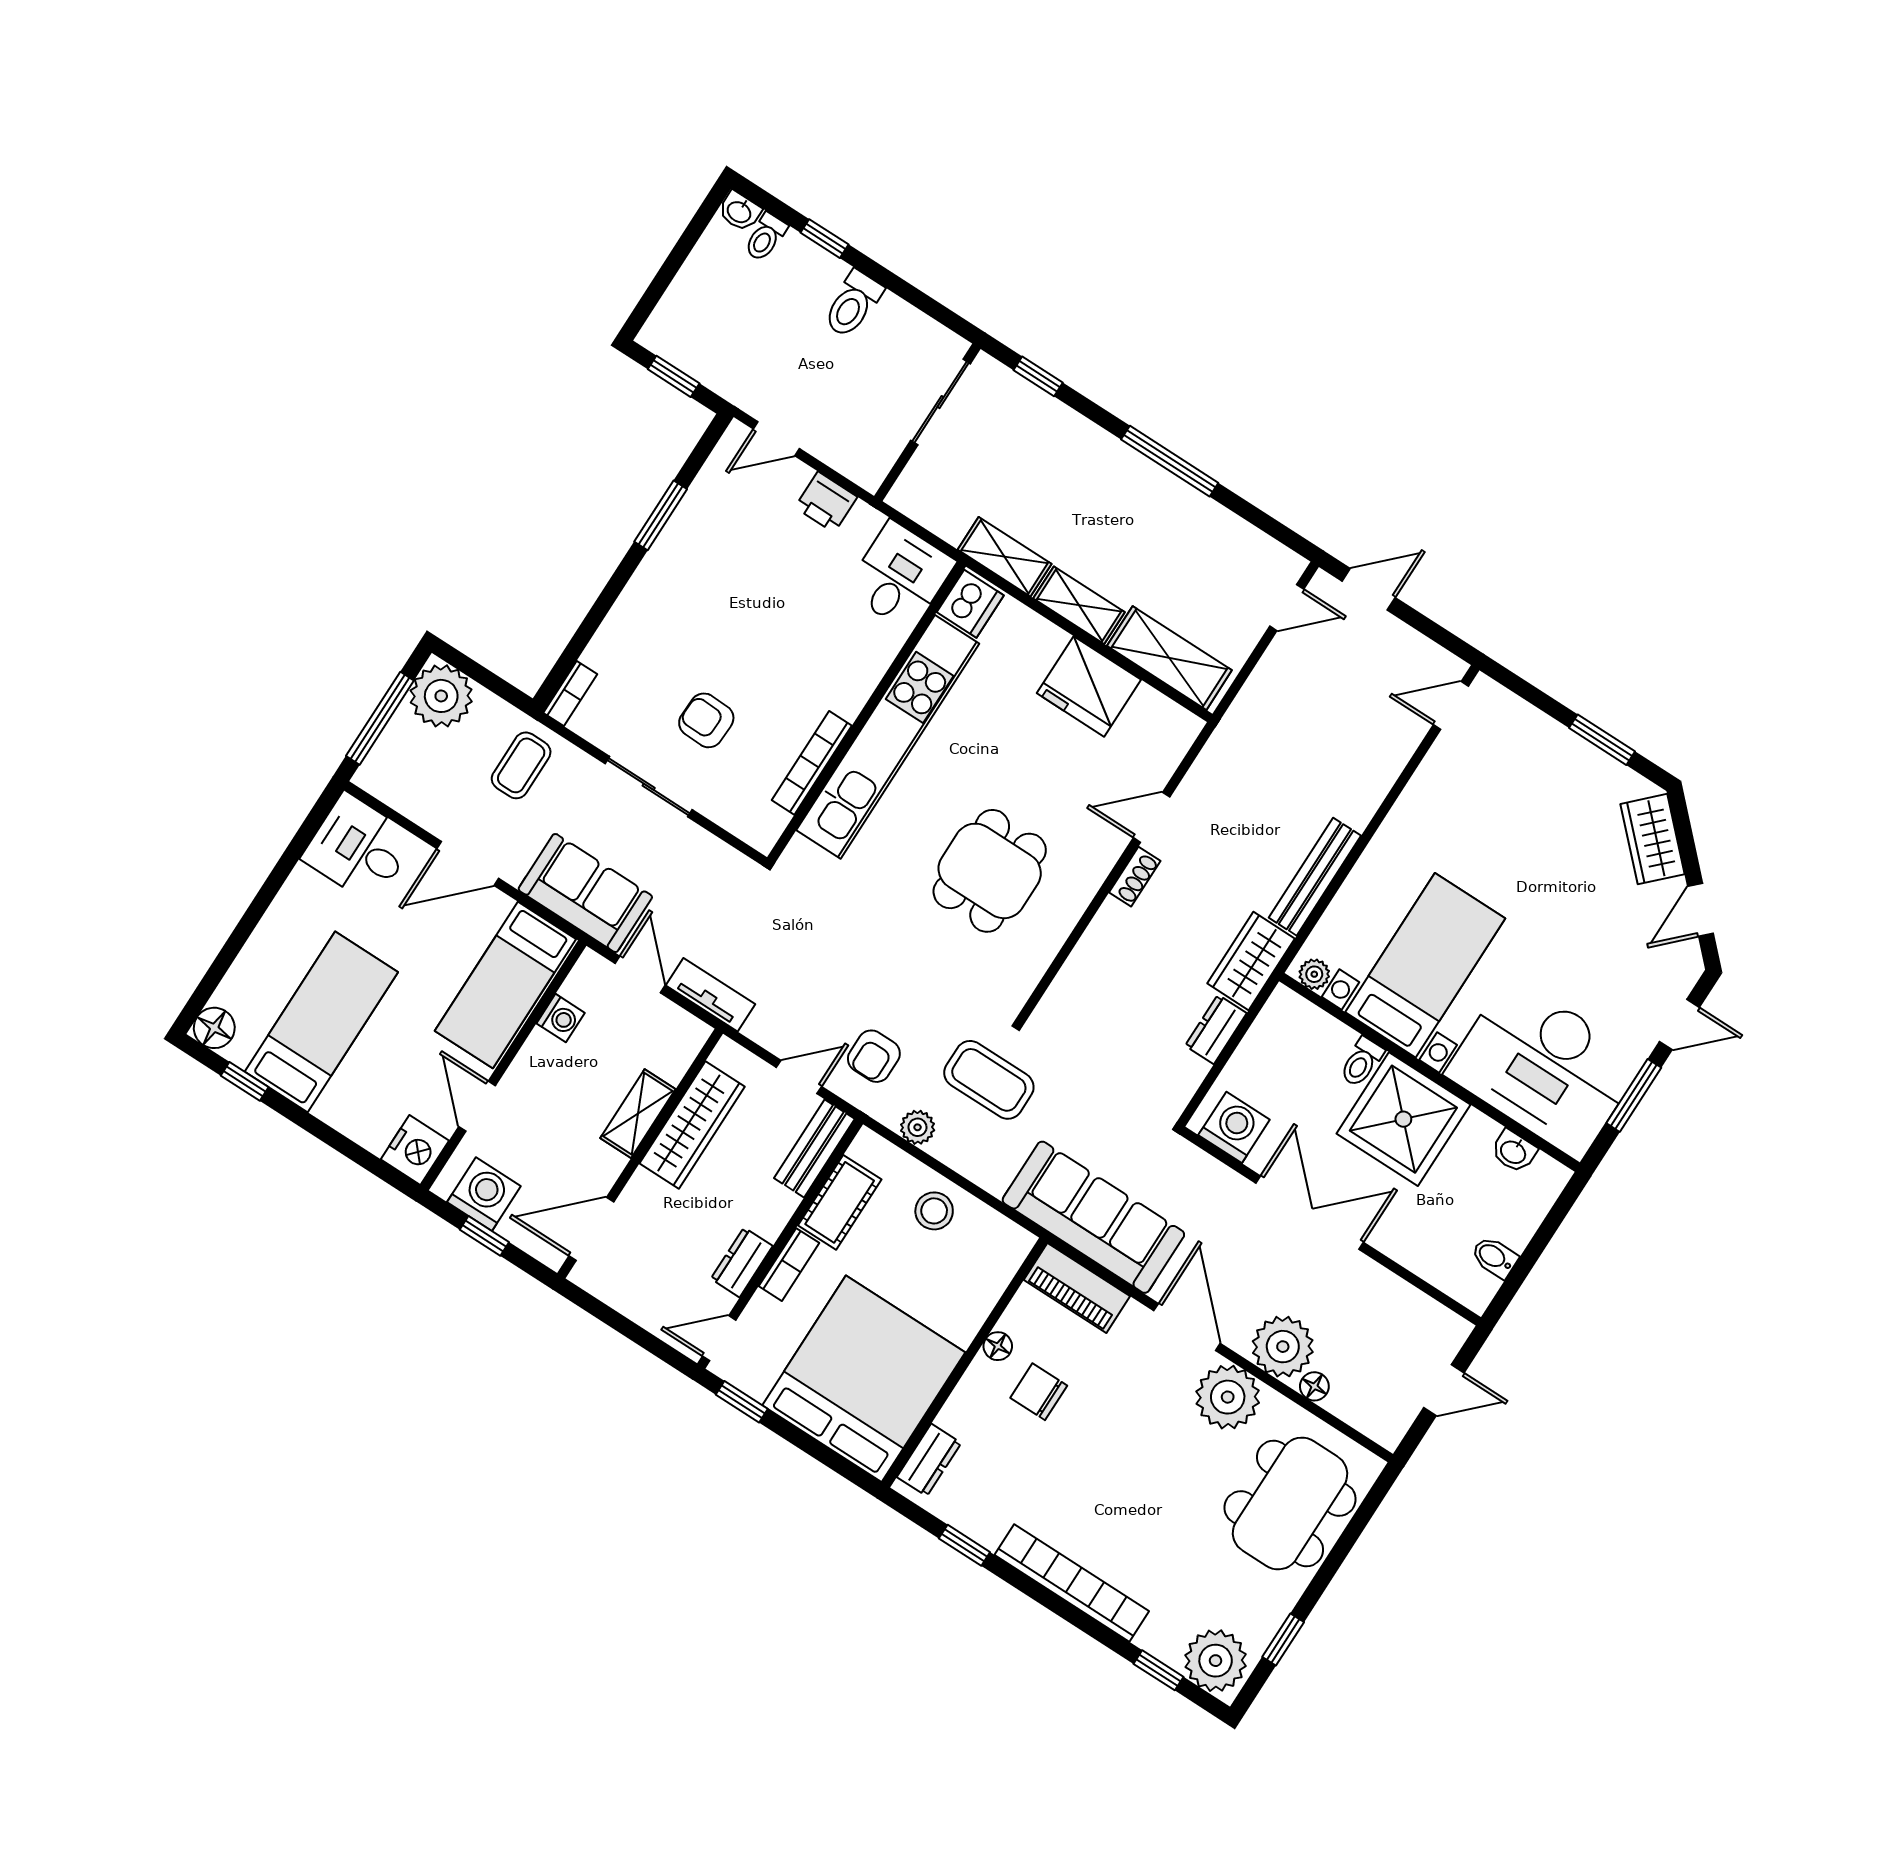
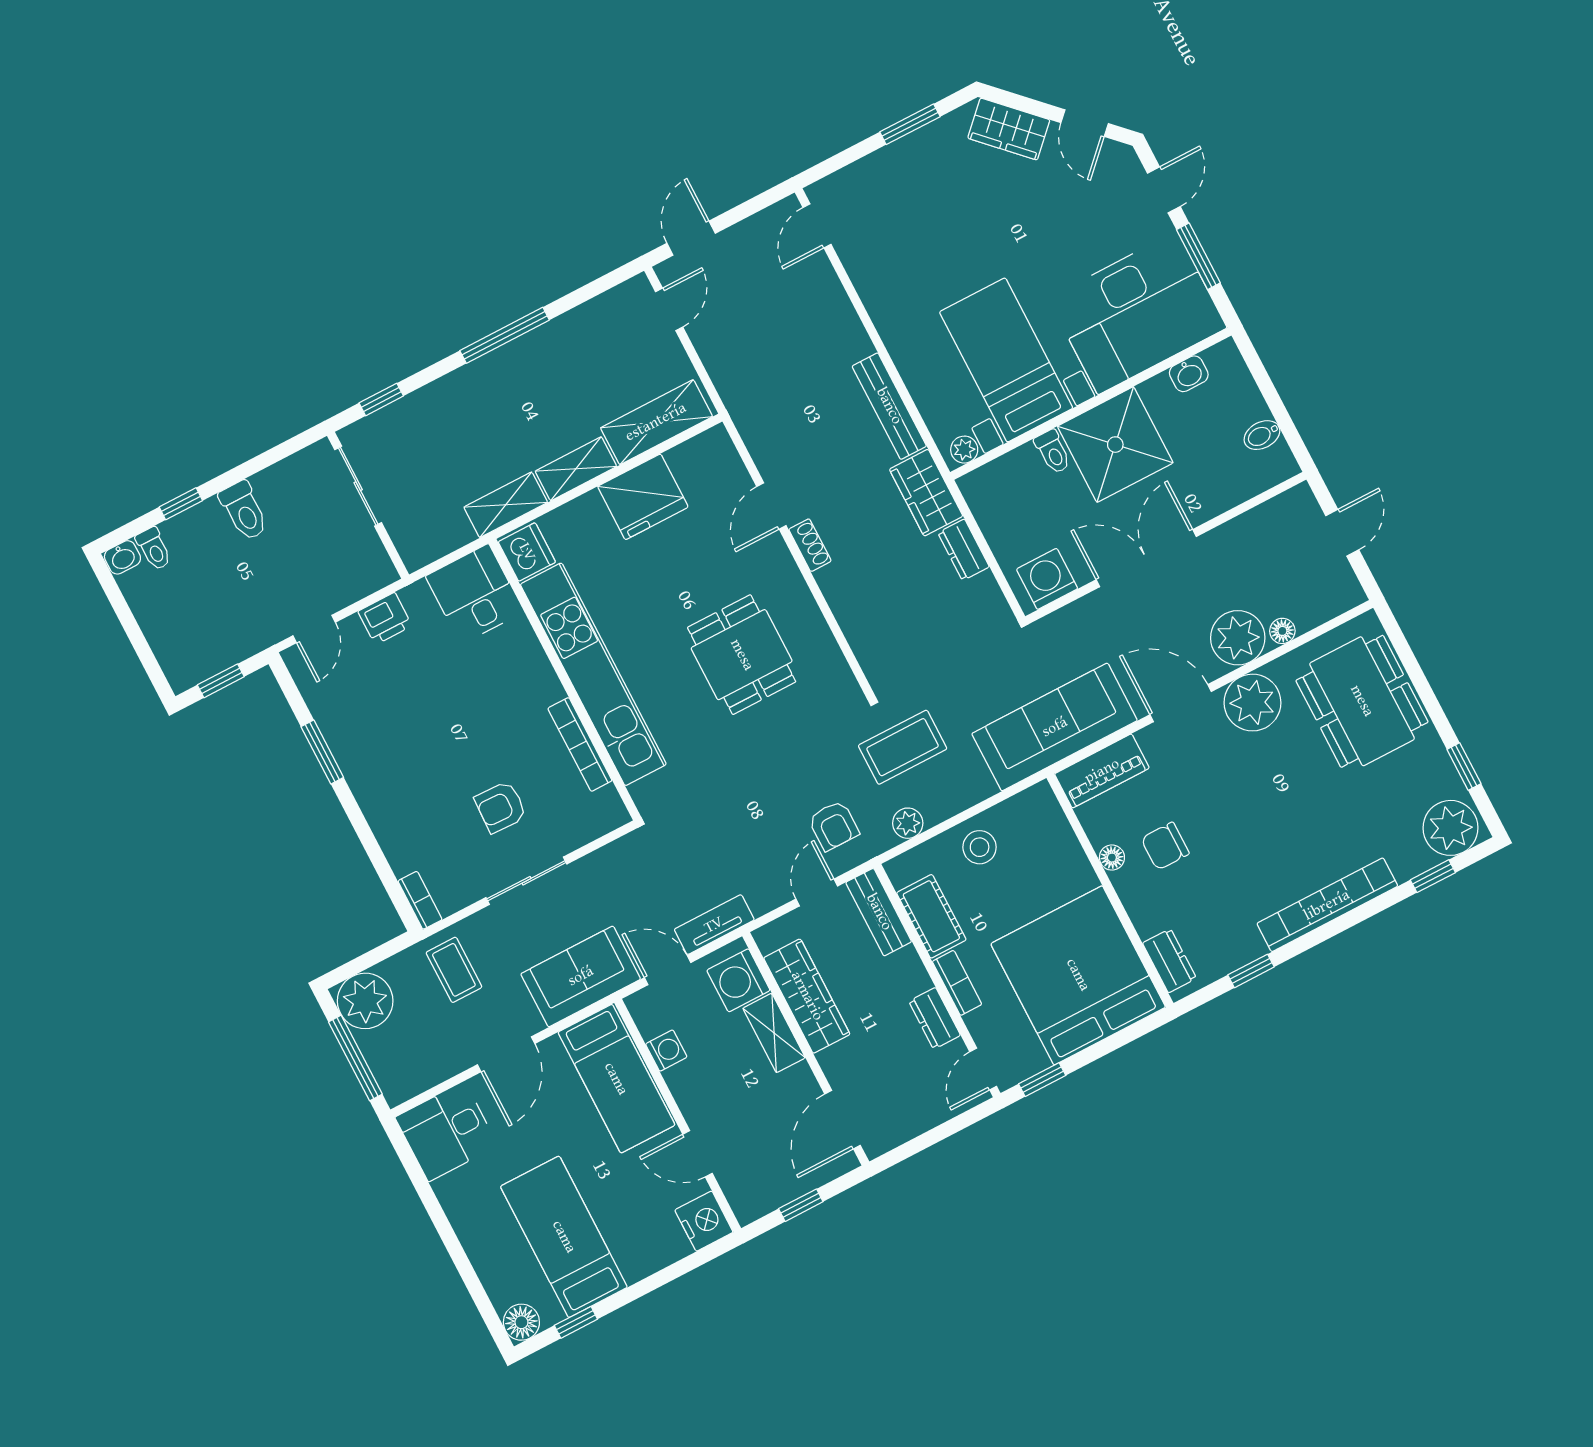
washing machine: (484, 1194) -> (738, 980), moved, turned -90

